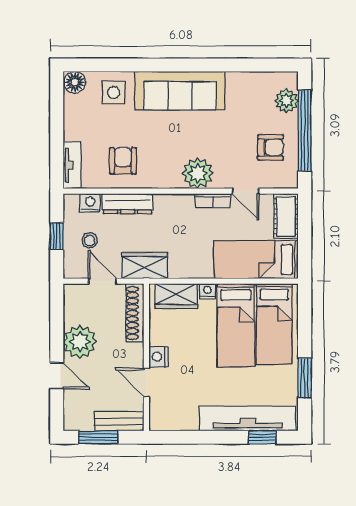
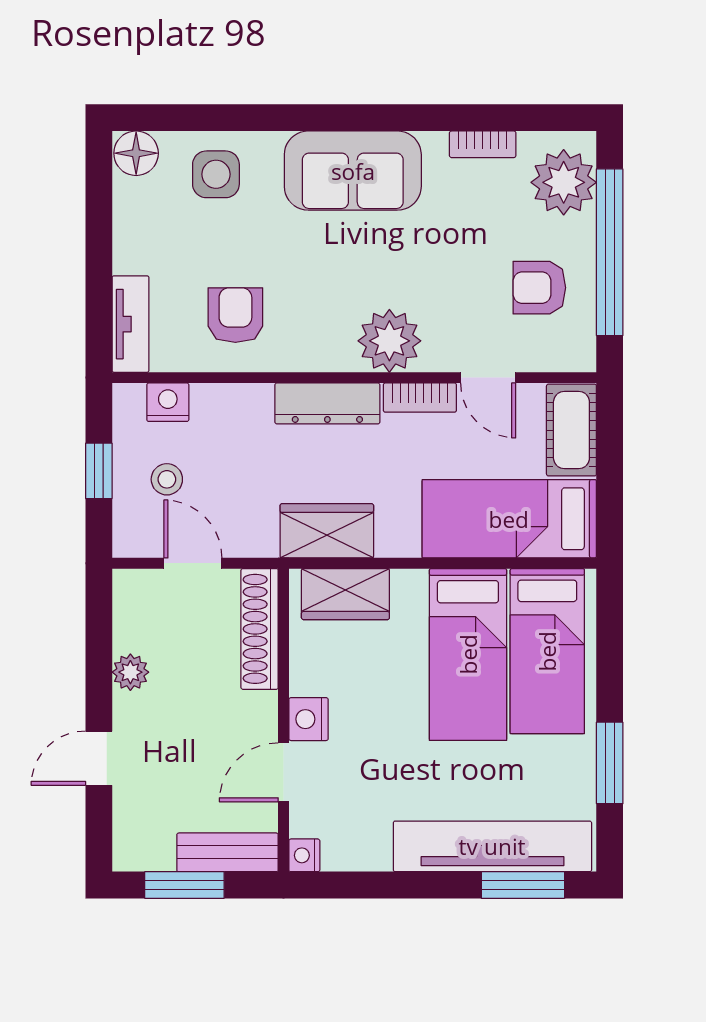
bookcase: (243, 78) -> (483, 144), added
sofa: (180, 91) -> (353, 171), width x0.73
plant: (286, 101) -> (564, 182), width x1.36, depth x1.36
armchair: (270, 147) -> (539, 288), turned 180
dresser: (128, 204) -> (327, 403), moved
wardrobe: (145, 265) -> (327, 531), moved
nightstand: (207, 291) -> (304, 855), moved, turned -90
plant: (80, 342) -> (130, 672), width x0.53, depth x0.53
door: (57, 376) -> (99, 758), swing flipped
door: (146, 383) -> (284, 772), hinge flipped
window: (262, 437) -> (523, 885), width x1.50

